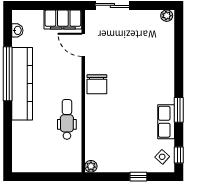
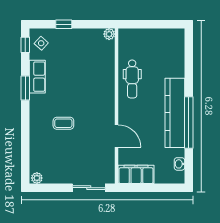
door: (83, 45) -> (117, 136), moved
coffee table: (139, 73) -> (63, 123), added
chair: (97, 84) -> (104, 112), removed

